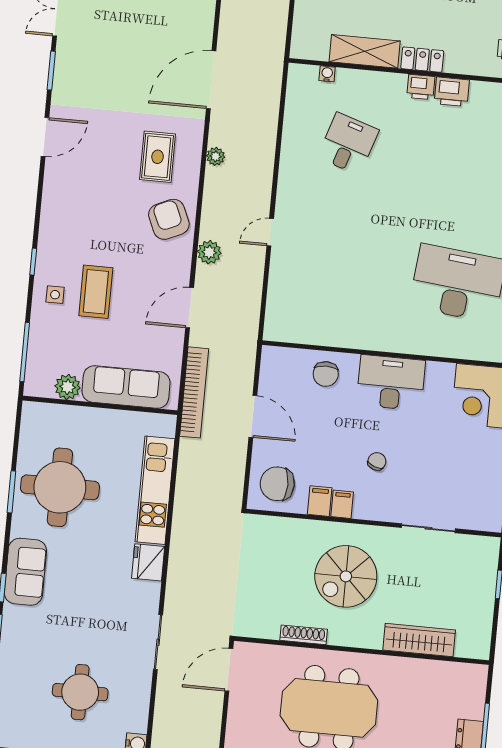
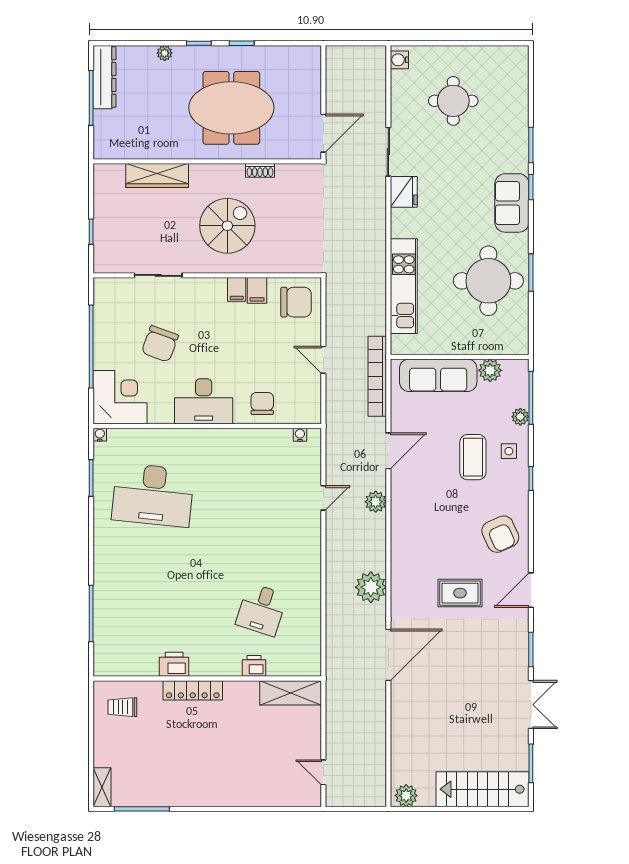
shelving: (365, 51) -> (291, 693), moved
locker: (422, 60) -> (193, 690), width x1.53
water cooler: (327, 74) -> (300, 435), moved, turned 180
printer: (421, 87) -> (254, 666), moved
plant: (216, 156) -> (371, 587), width x1.88, depth x1.88
rug: (158, 157) -> (460, 593), moved, turned 90
armchair: (169, 219) -> (500, 534), moved
door: (270, 232) -> (323, 498), moved
plant: (39, 332) -> (520, 417), added
door: (253, 416) -> (323, 360), width x0.73
chair: (377, 461) -> (160, 344), moved, width x1.87, depth x1.87
fridge: (148, 562) -> (404, 192), moved
shoe rack: (304, 635) -> (260, 170), width x0.70

